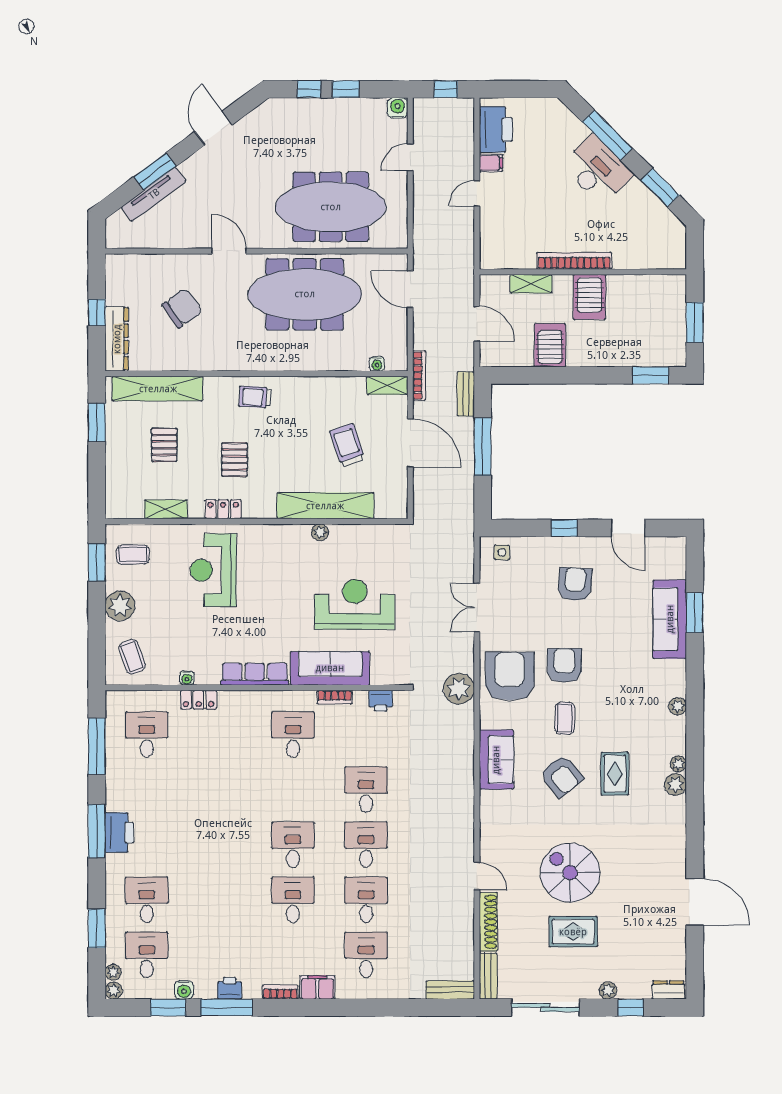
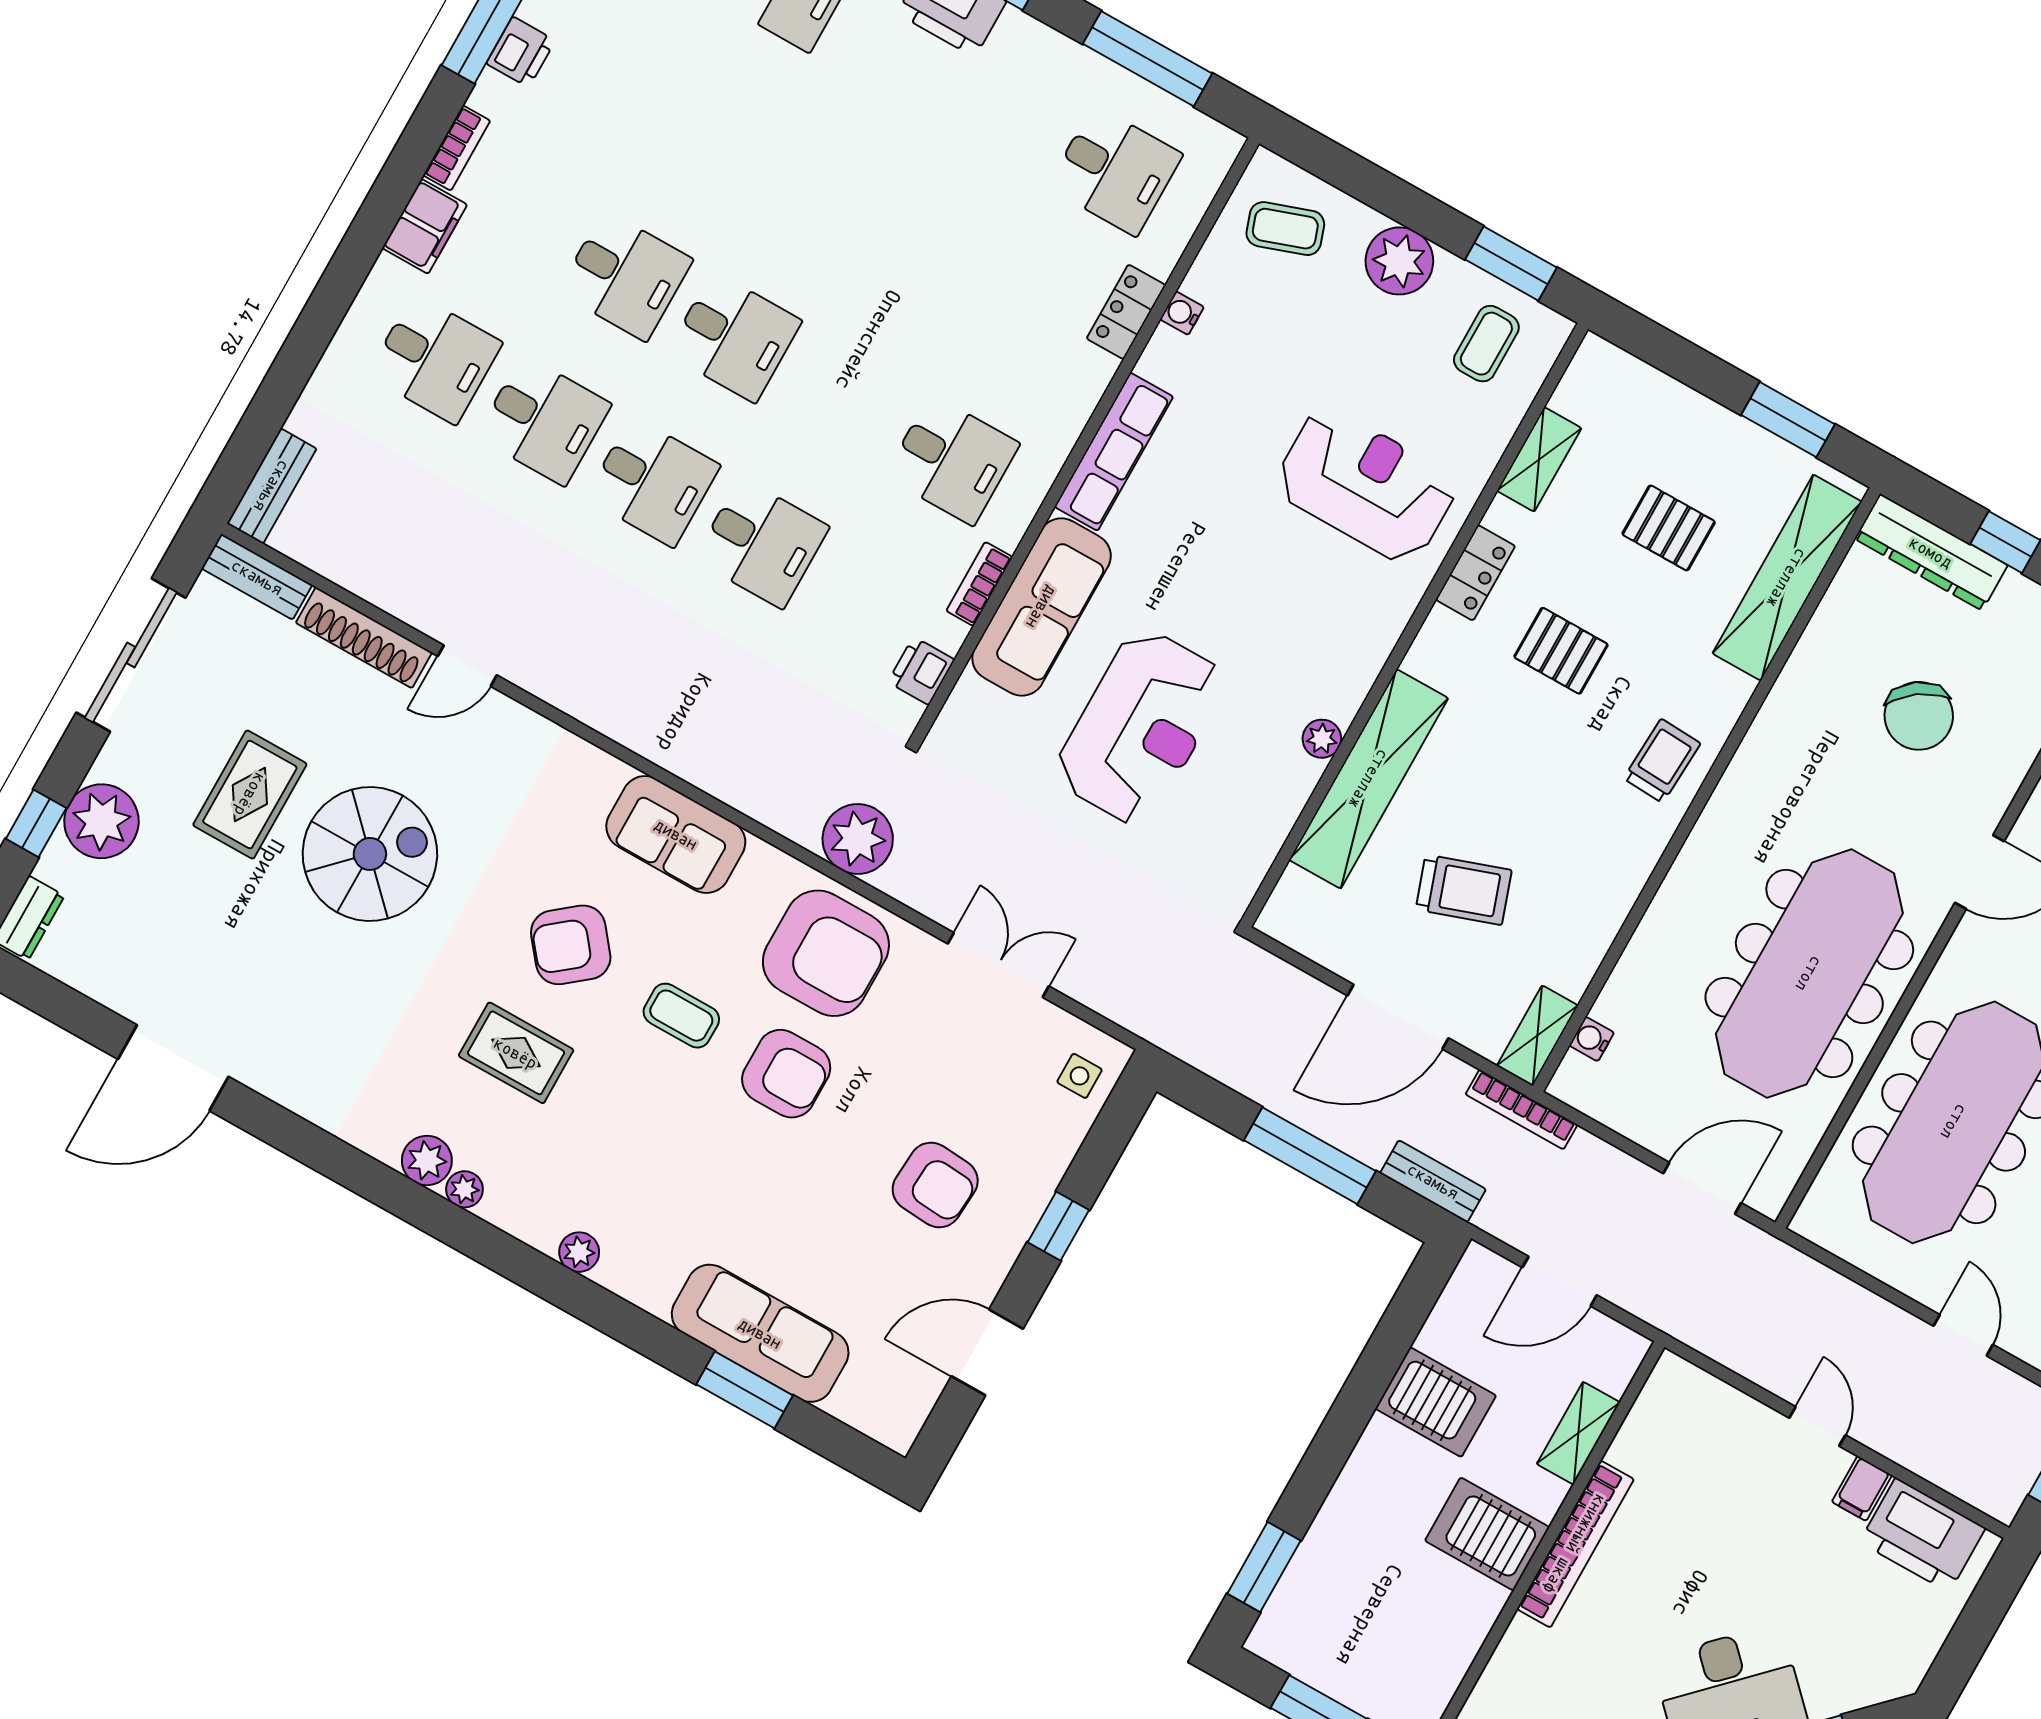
plant: (608, 990) -> (101, 821), width x1.87, depth x1.87

